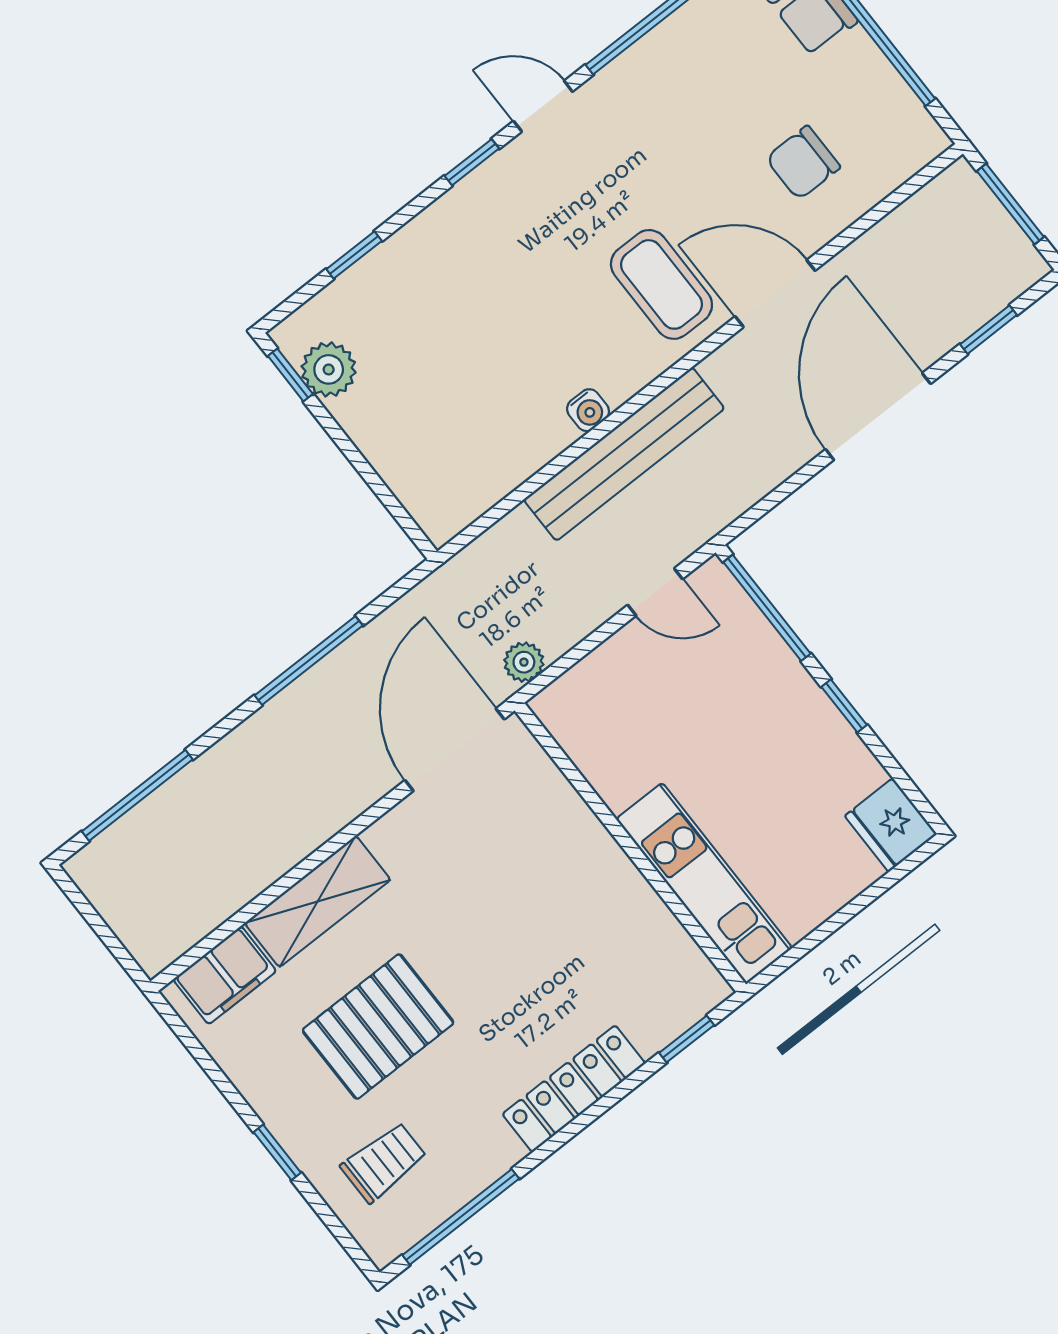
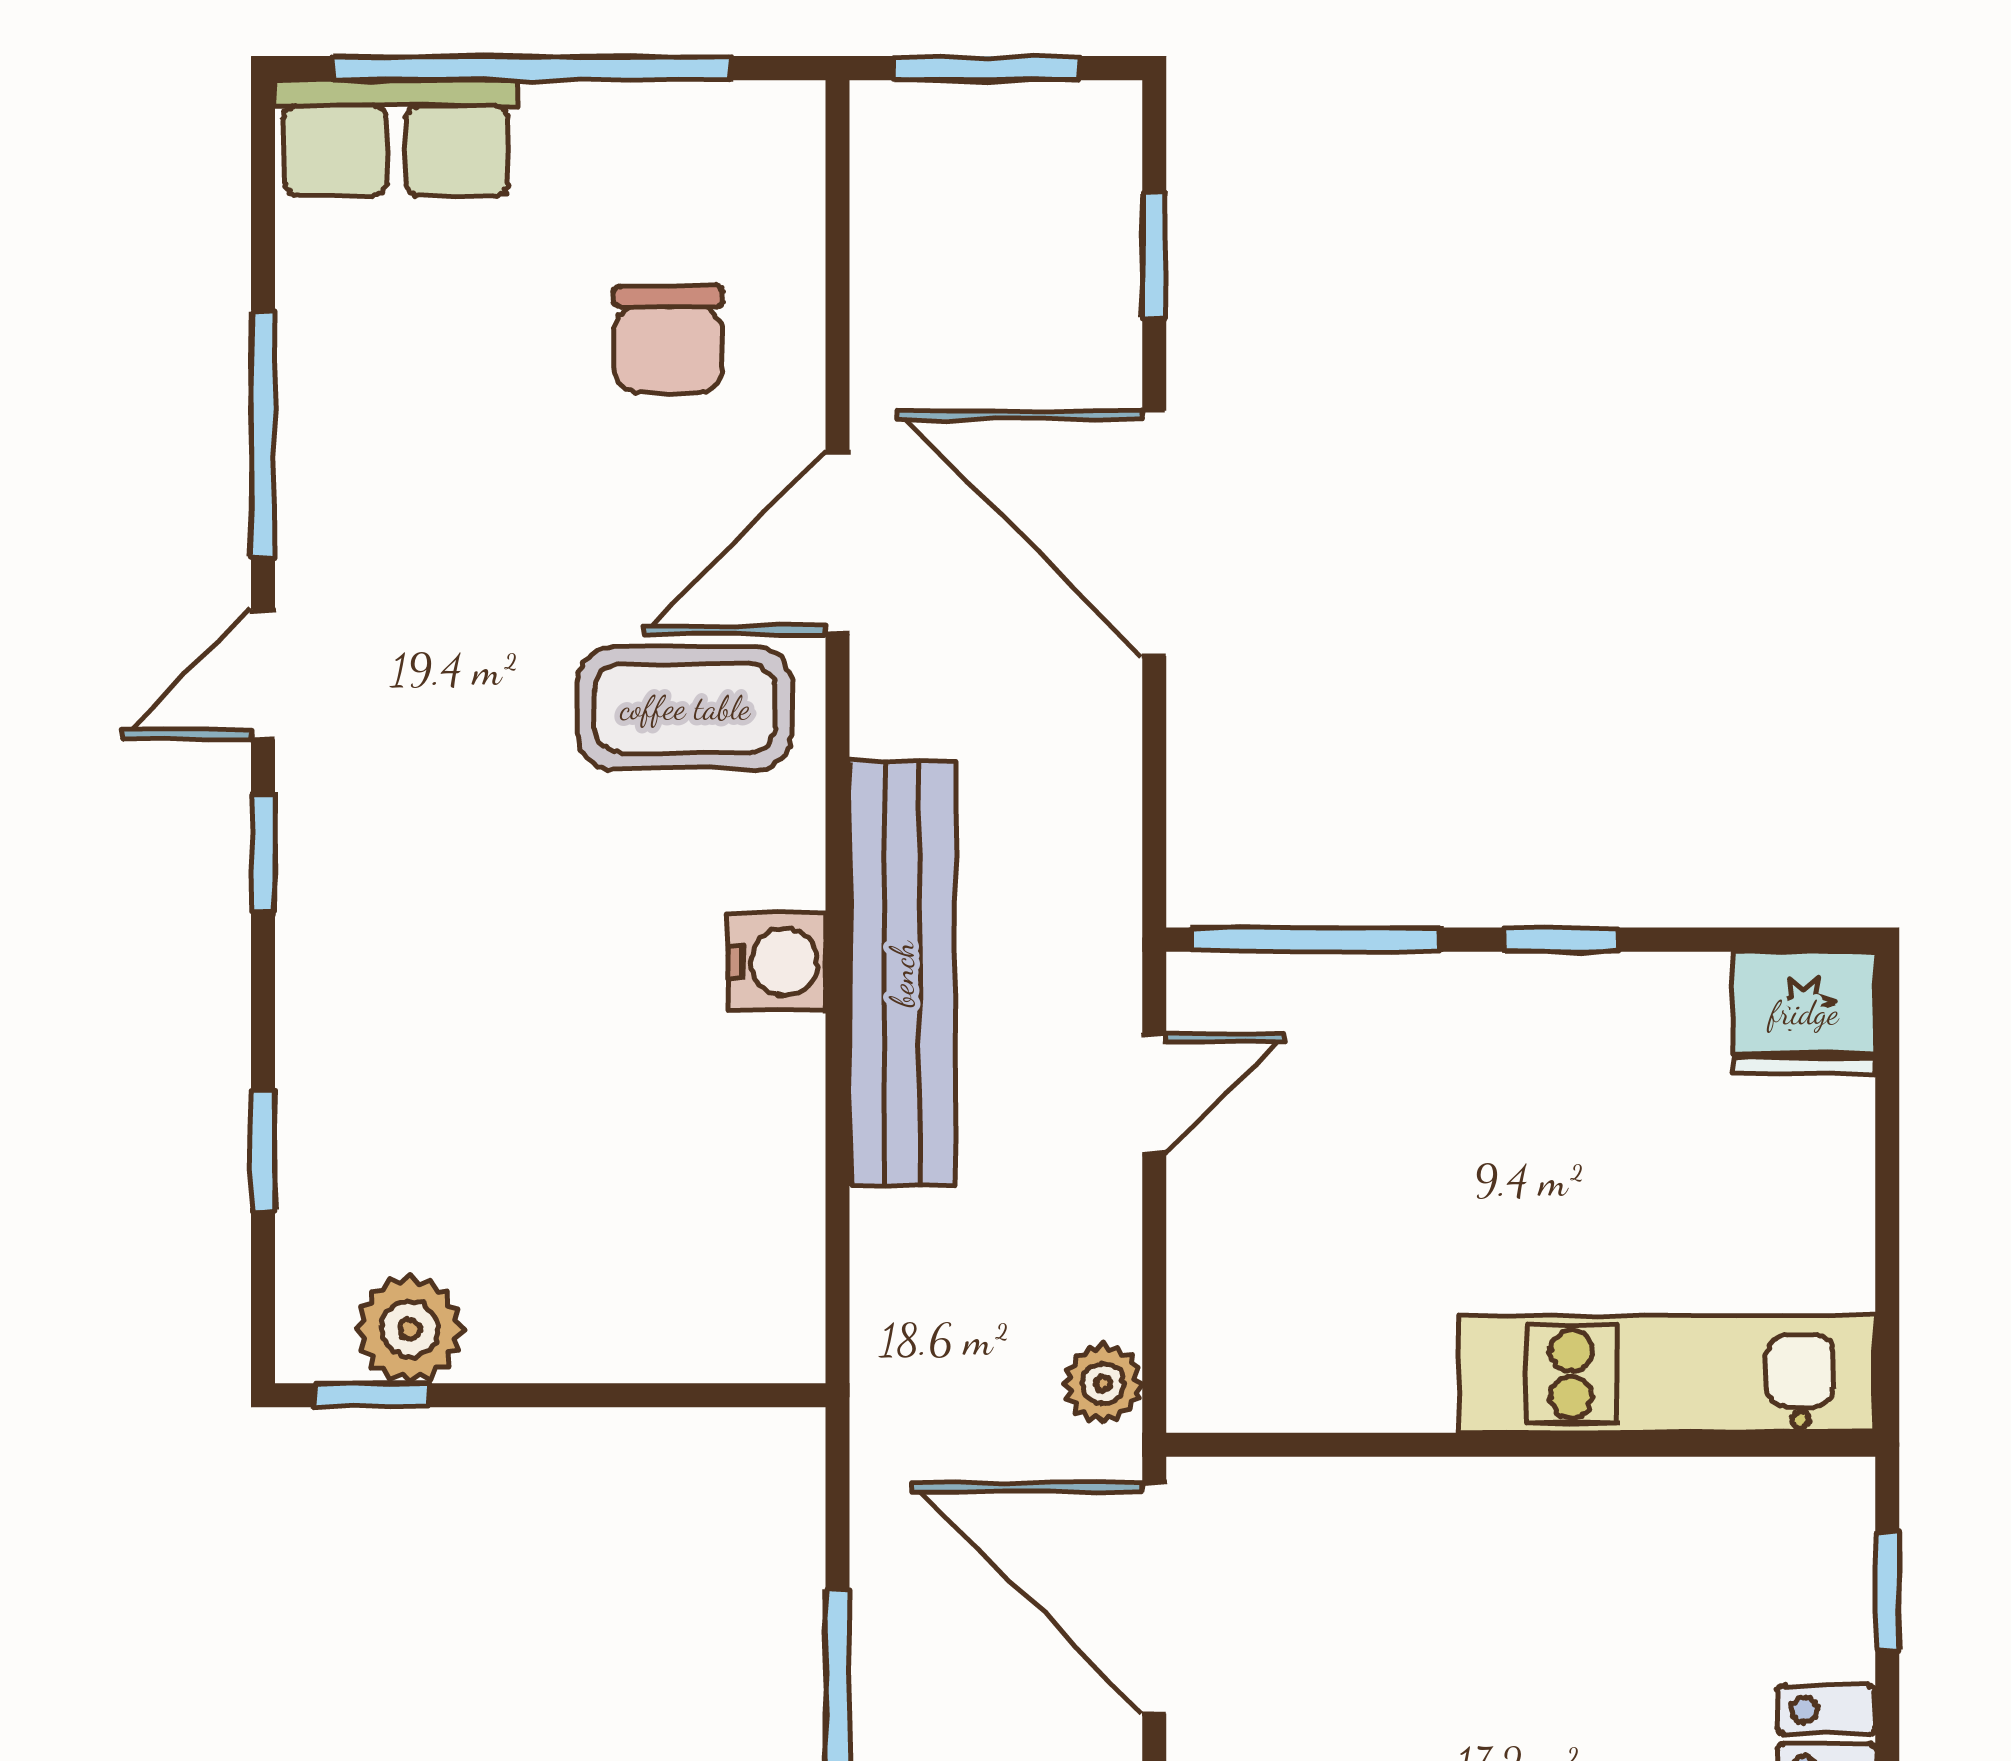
water cooler: (588, 410) -> (776, 962), width x1.38, depth x1.38

